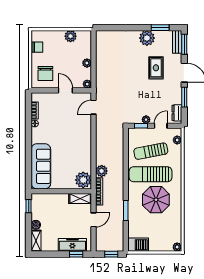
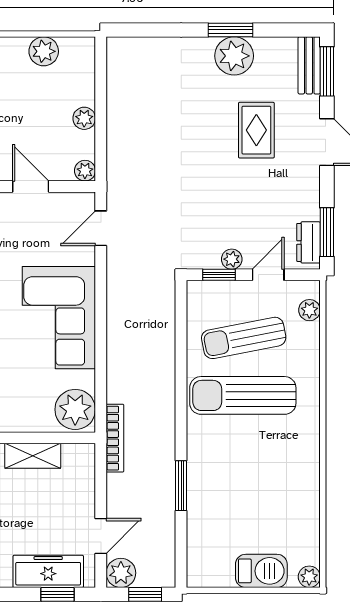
window: (160, 28) -> (231, 30), moved
window: (184, 97) -> (327, 232), moved
corner sofa: (77, 143) -> (59, 318), added
plant: (102, 171) -> (121, 573), moved
shelving: (80, 198) -> (33, 456), moved
parasol: (156, 200) -> (256, 459), removed
door: (93, 220) -> (101, 536), moved
barbecue: (138, 245) -> (261, 571), moved

